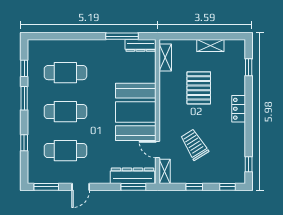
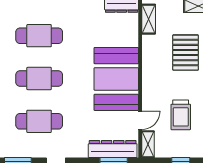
trolley: (194, 145) -> (181, 115), turned -148
door: (157, 150) -> (140, 120), swing flipped

